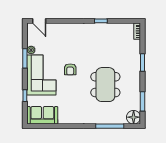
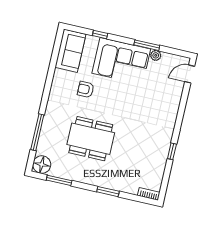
armchair: (70, 69) -> (86, 89), moved

